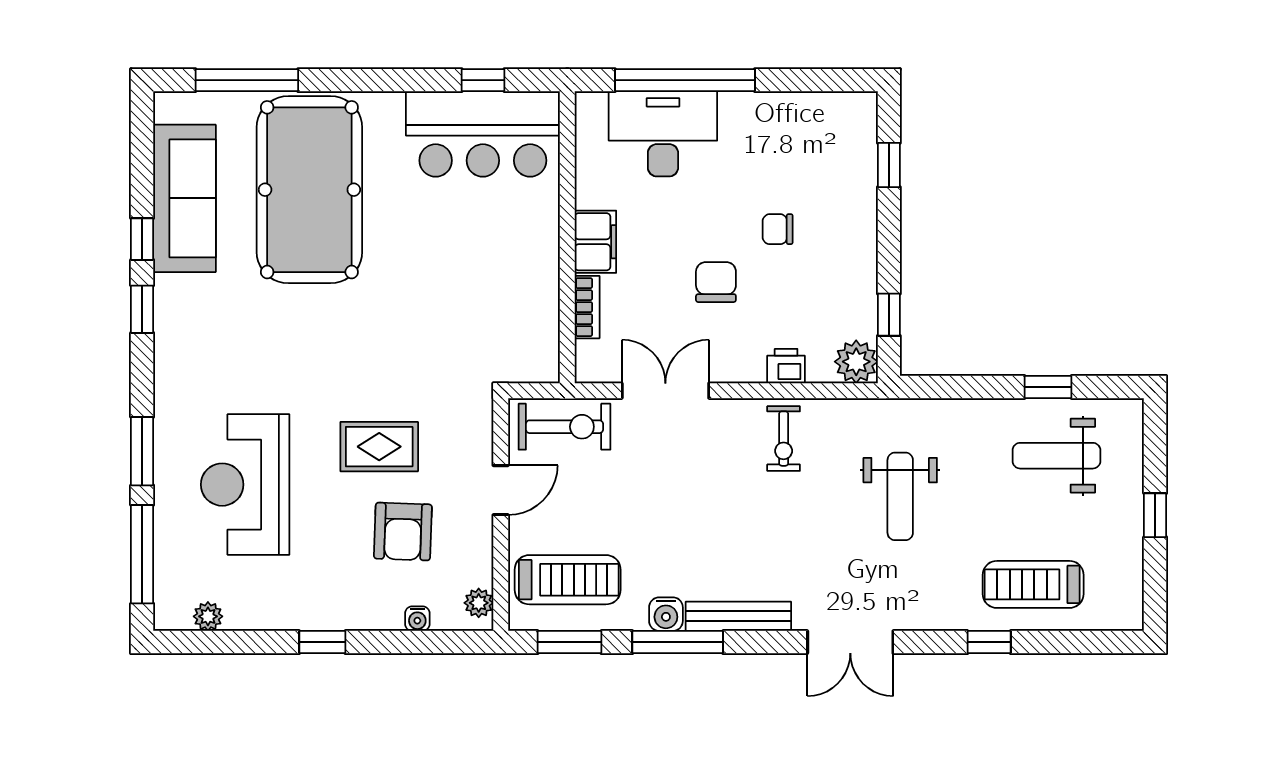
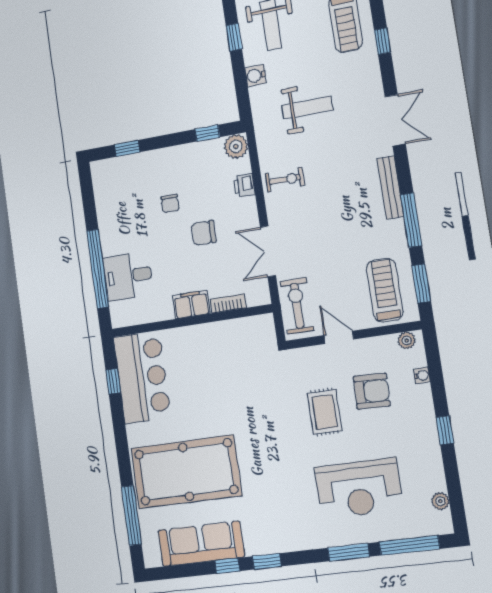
desk: (663, 134) -> (128, 276), width x0.73
water cooler: (666, 614) -> (255, 76), moved, turned 180

